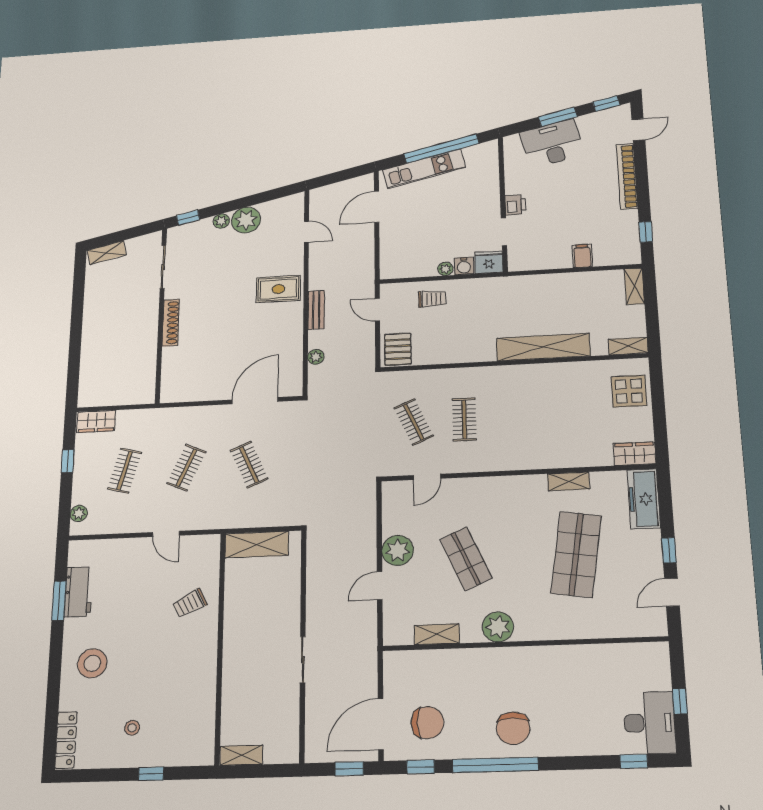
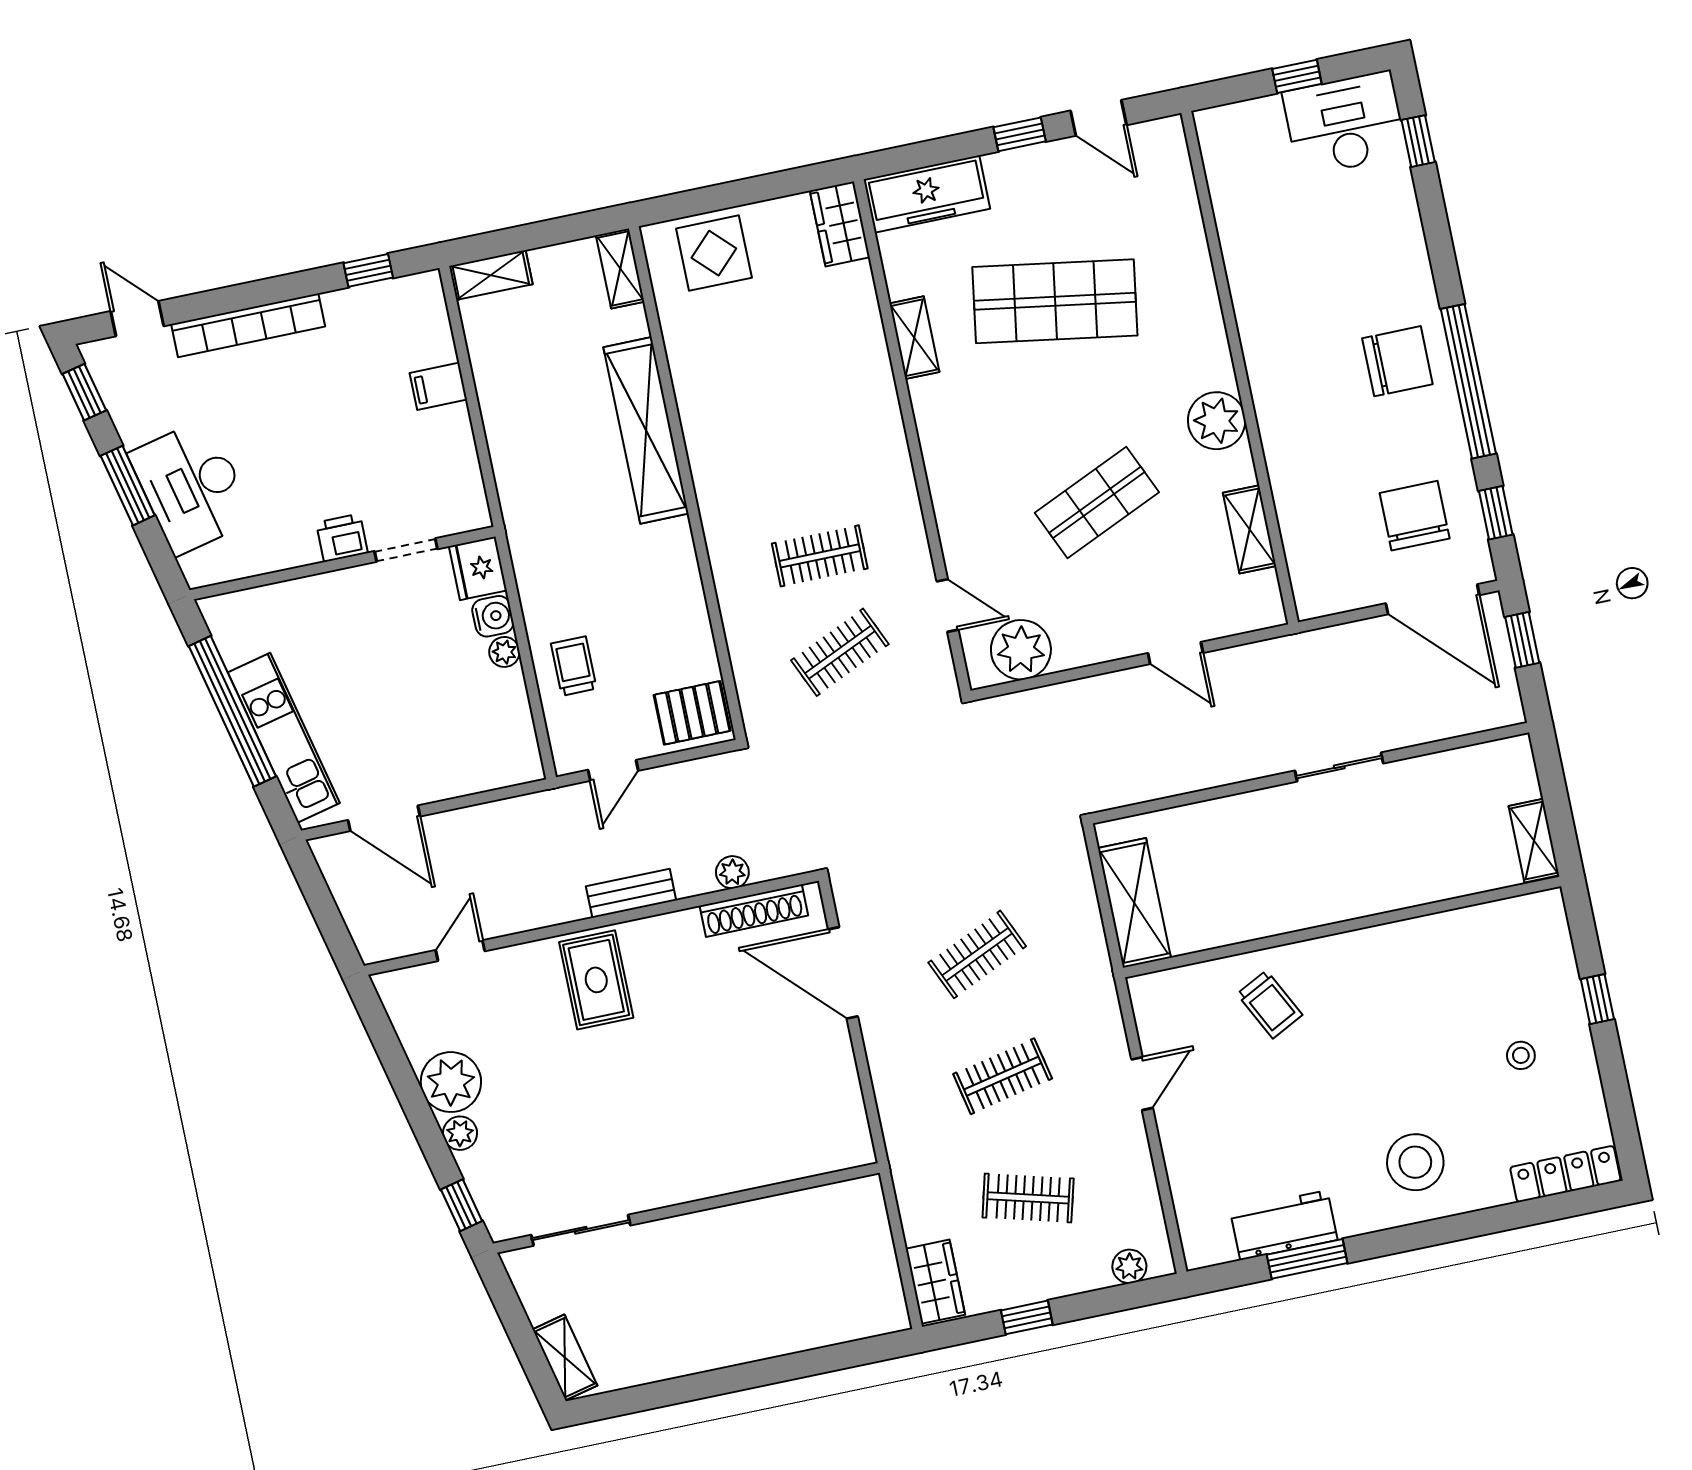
shoe rack: (171, 323) -> (754, 911), moved, turned 180
clothes rail: (187, 468) -> (1003, 1076), turned -36
plant: (398, 550) -> (1021, 650), moved

